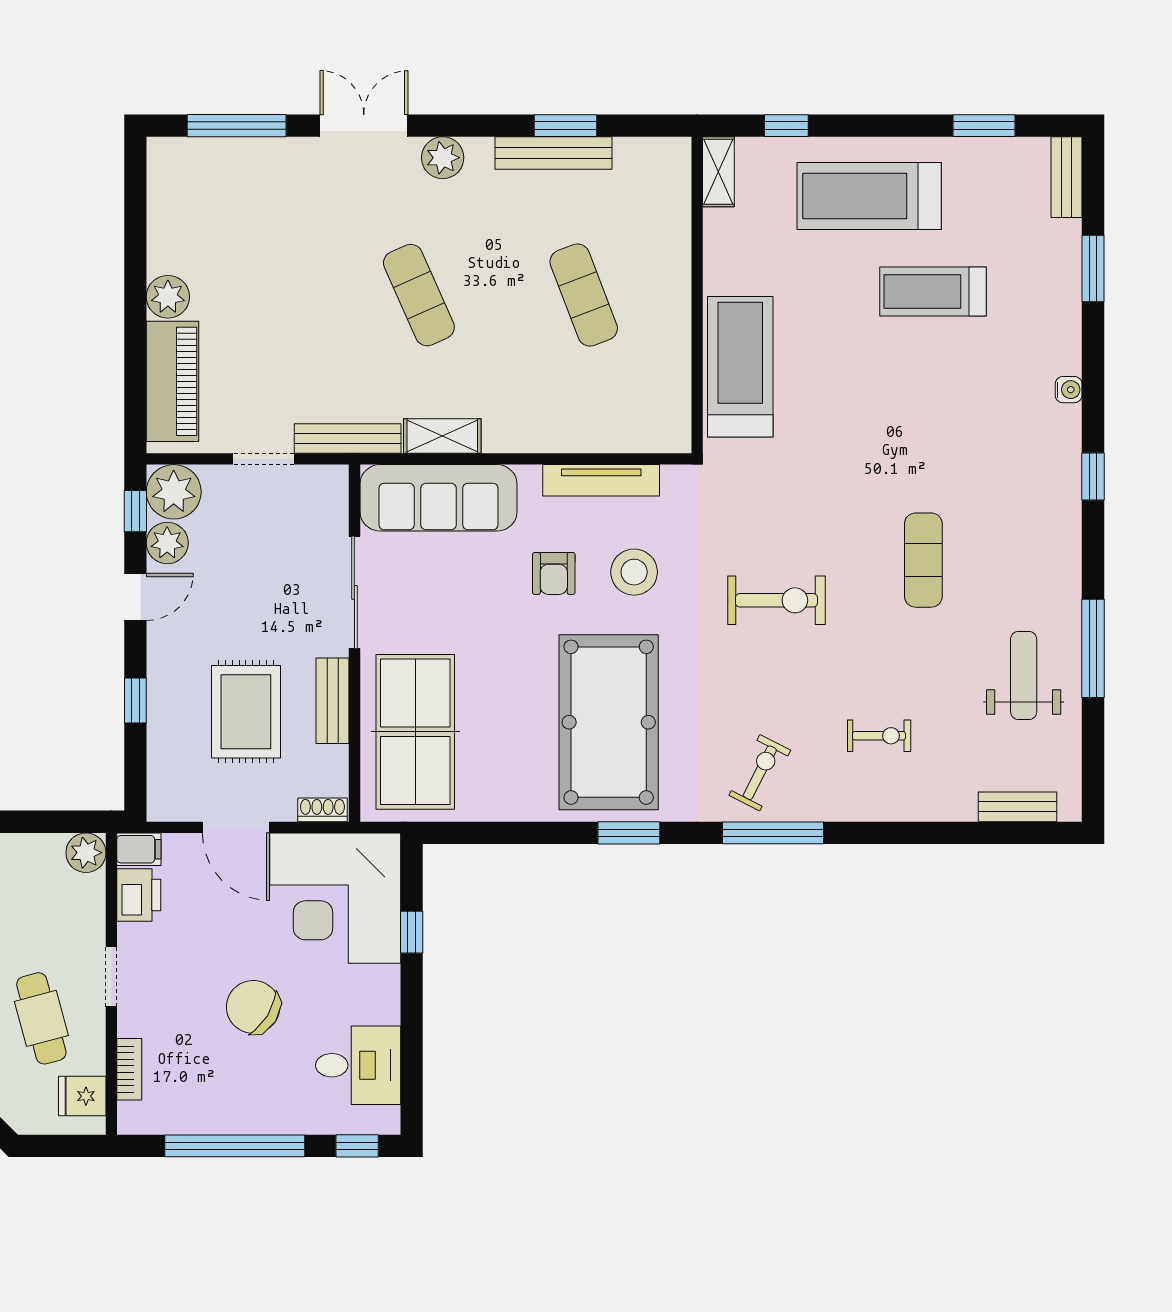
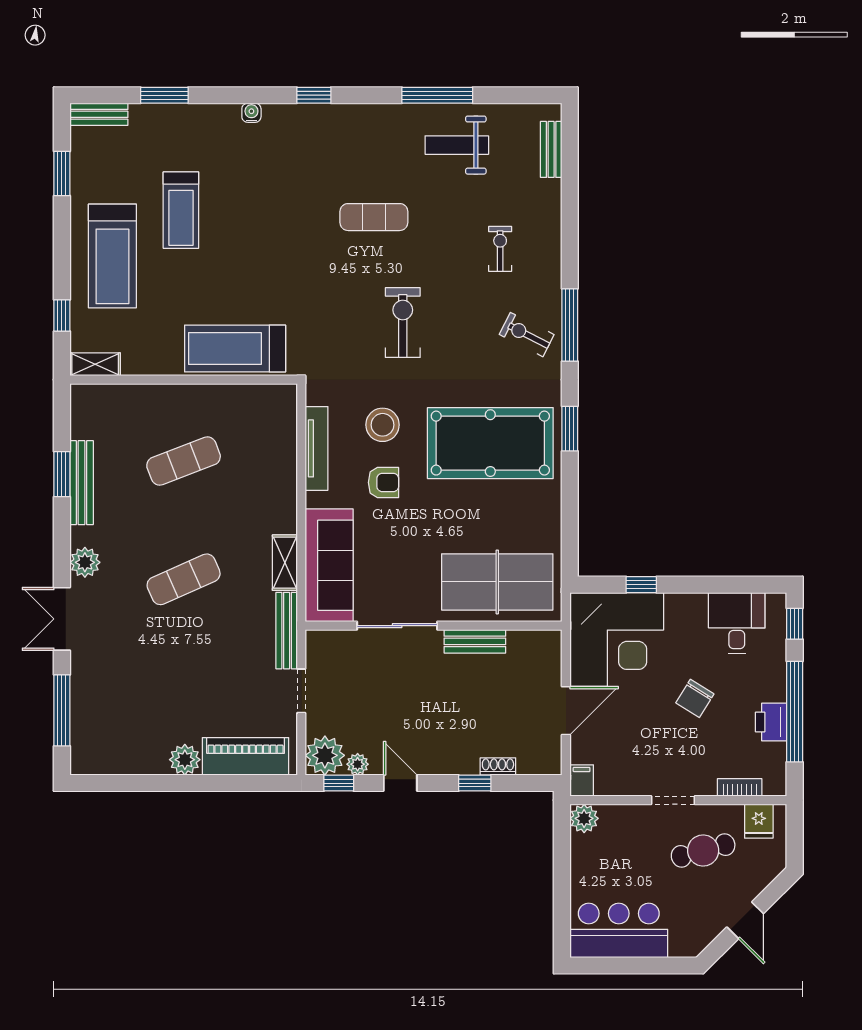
plant: (167, 543) -> (358, 764), width x0.73, depth x0.73
rug: (246, 712) -> (483, 704), removed
shoe rack: (322, 810) -> (498, 766), moved, turned 90
printer: (139, 895) -> (771, 722), moved, turned -90
chair: (253, 1007) -> (695, 698), width x0.73, depth x0.73

